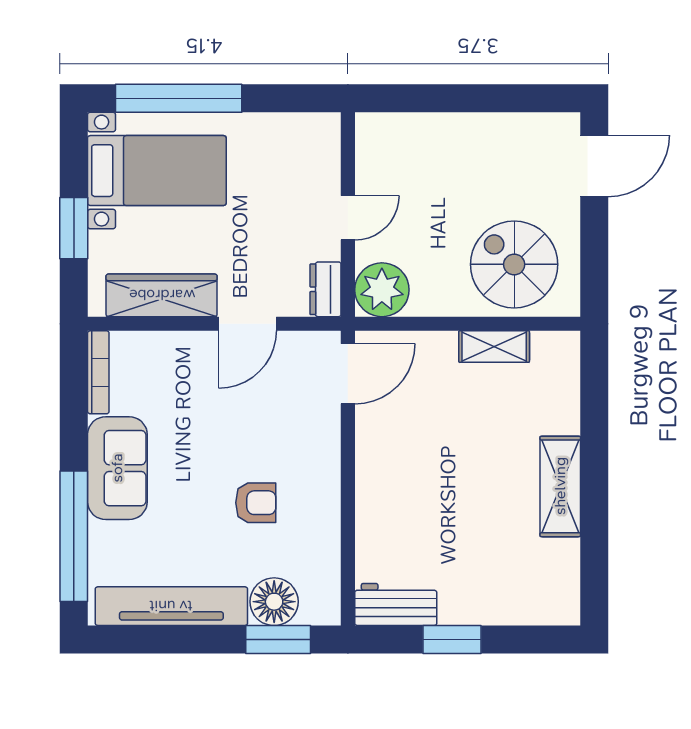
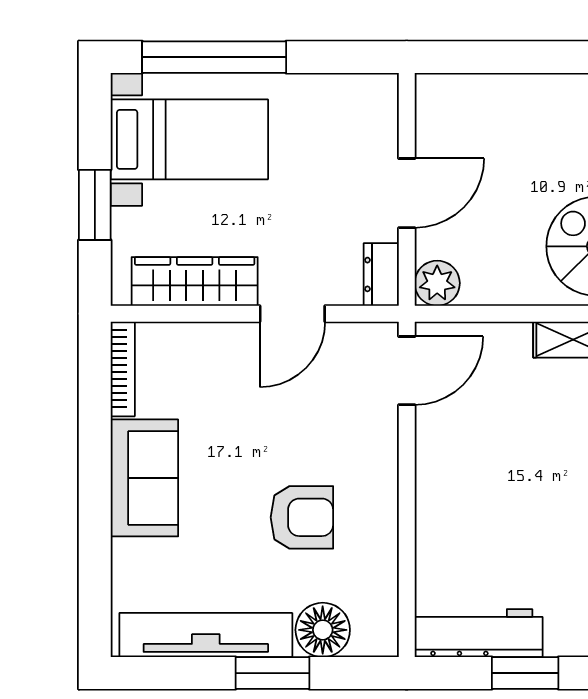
door: (348, 218) -> (407, 193), width x1.37
plant: (382, 290) -> (437, 283), width x0.73, depth x0.73
armchair: (256, 503) -> (302, 517), width x1.38, depth x1.38
window: (74, 536) -> (95, 555), removed
workbench: (396, 604) -> (479, 633), width x1.38
window: (278, 640) -> (273, 673), moved

